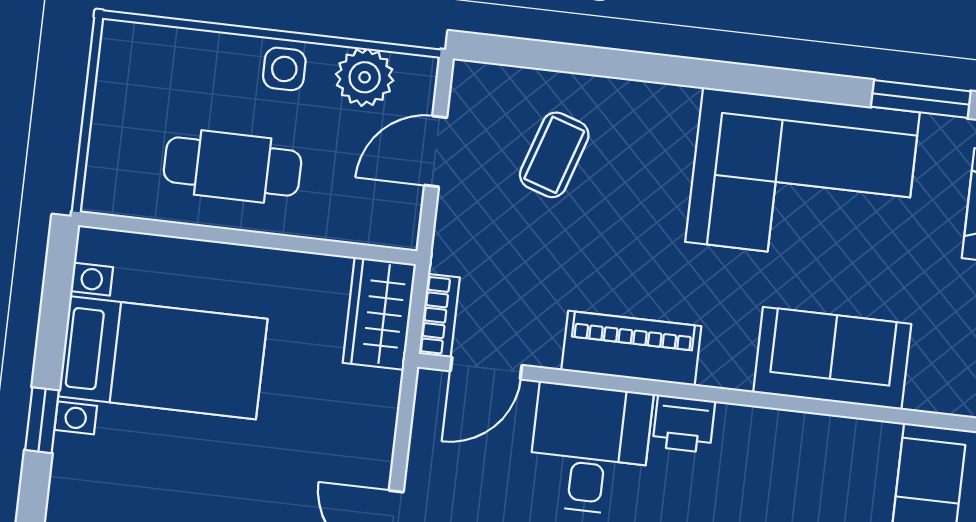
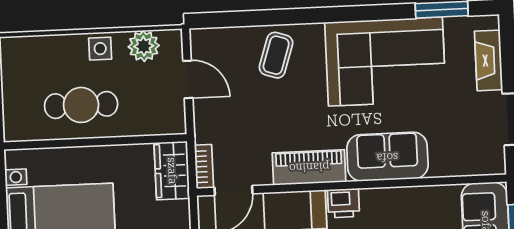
door: (436, 151) -> (188, 79), swing flipped
coffee table: (554, 155) -> (276, 55), moved
sofa: (832, 358) -> (387, 157), moved

